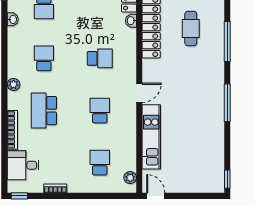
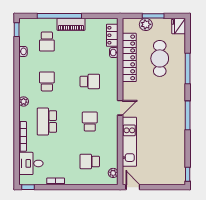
cafe table: (191, 29) -> (160, 58), width x1.37, depth x1.35
school desk: (100, 163) -> (90, 162), turned -90

